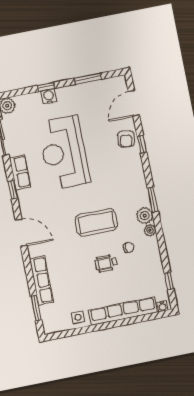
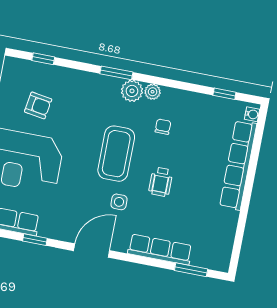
armchair: (126, 139) -> (38, 105), moved
wheelchair: (106, 263) -> (161, 182), moved
side table: (78, 317) -> (119, 202), moved

